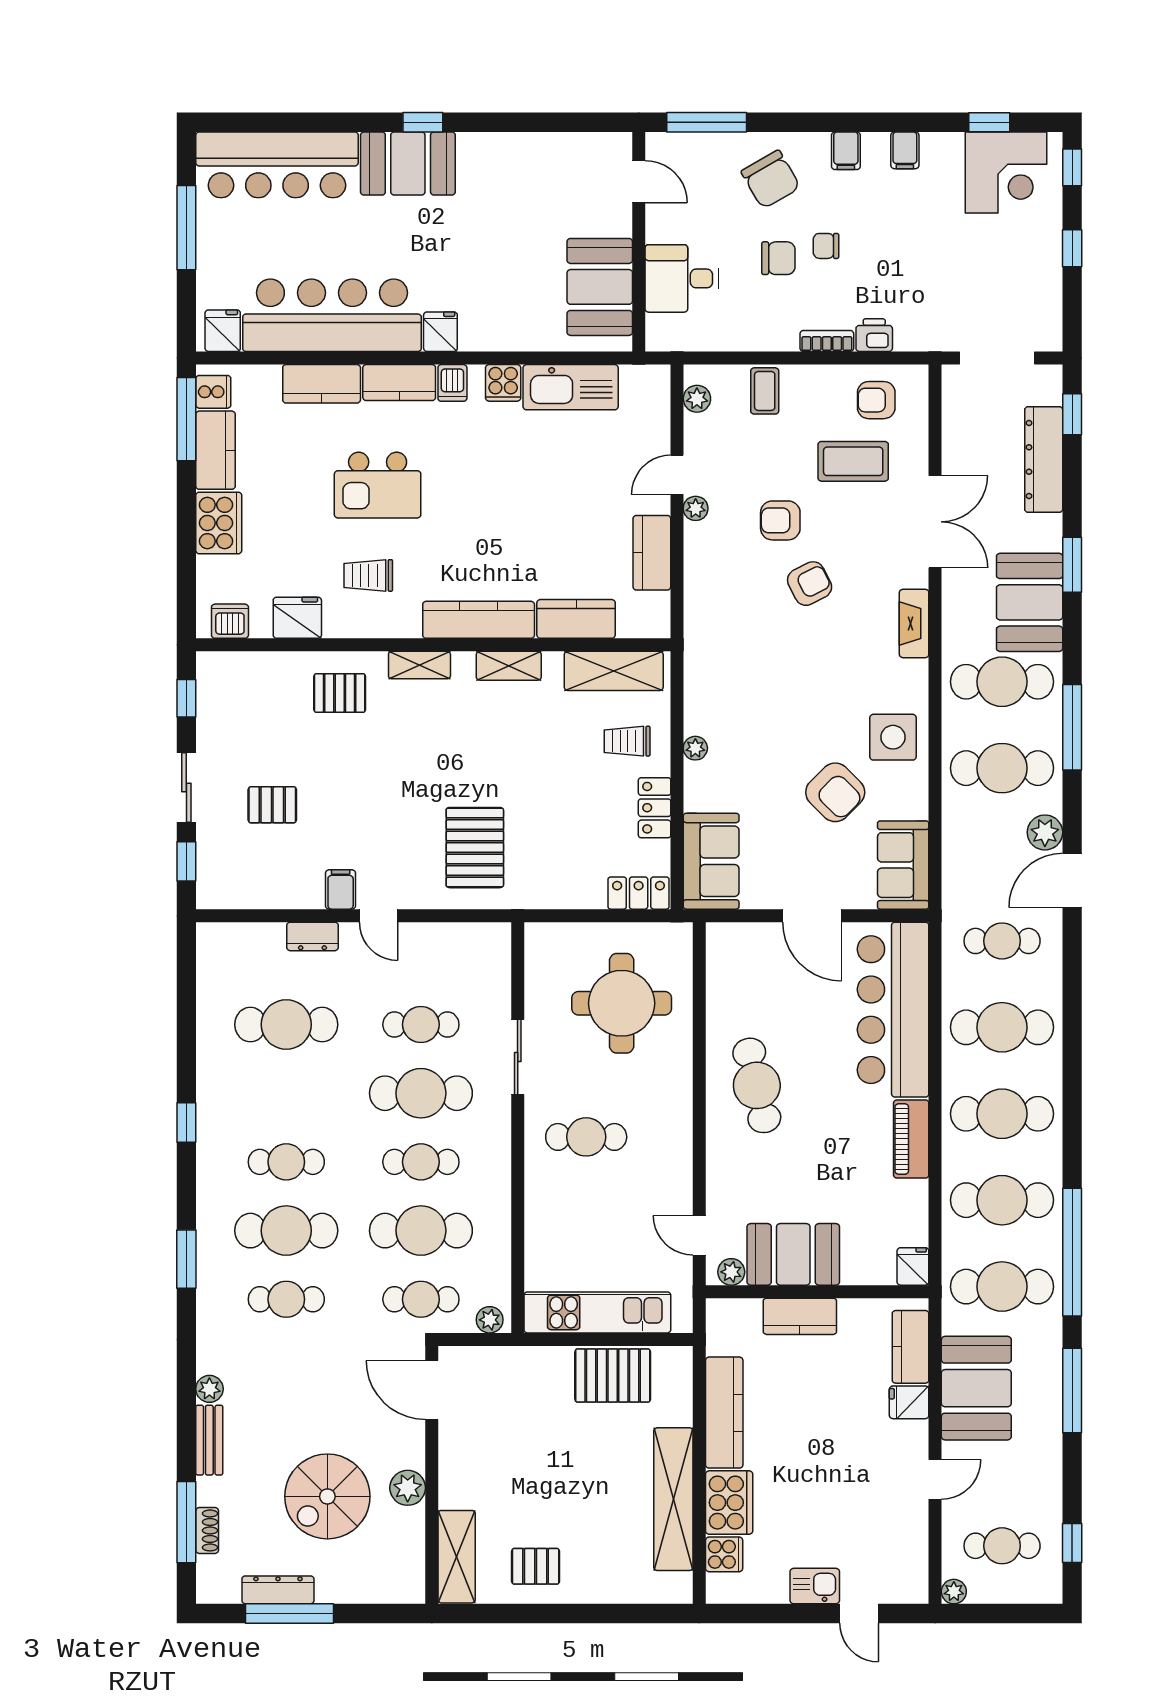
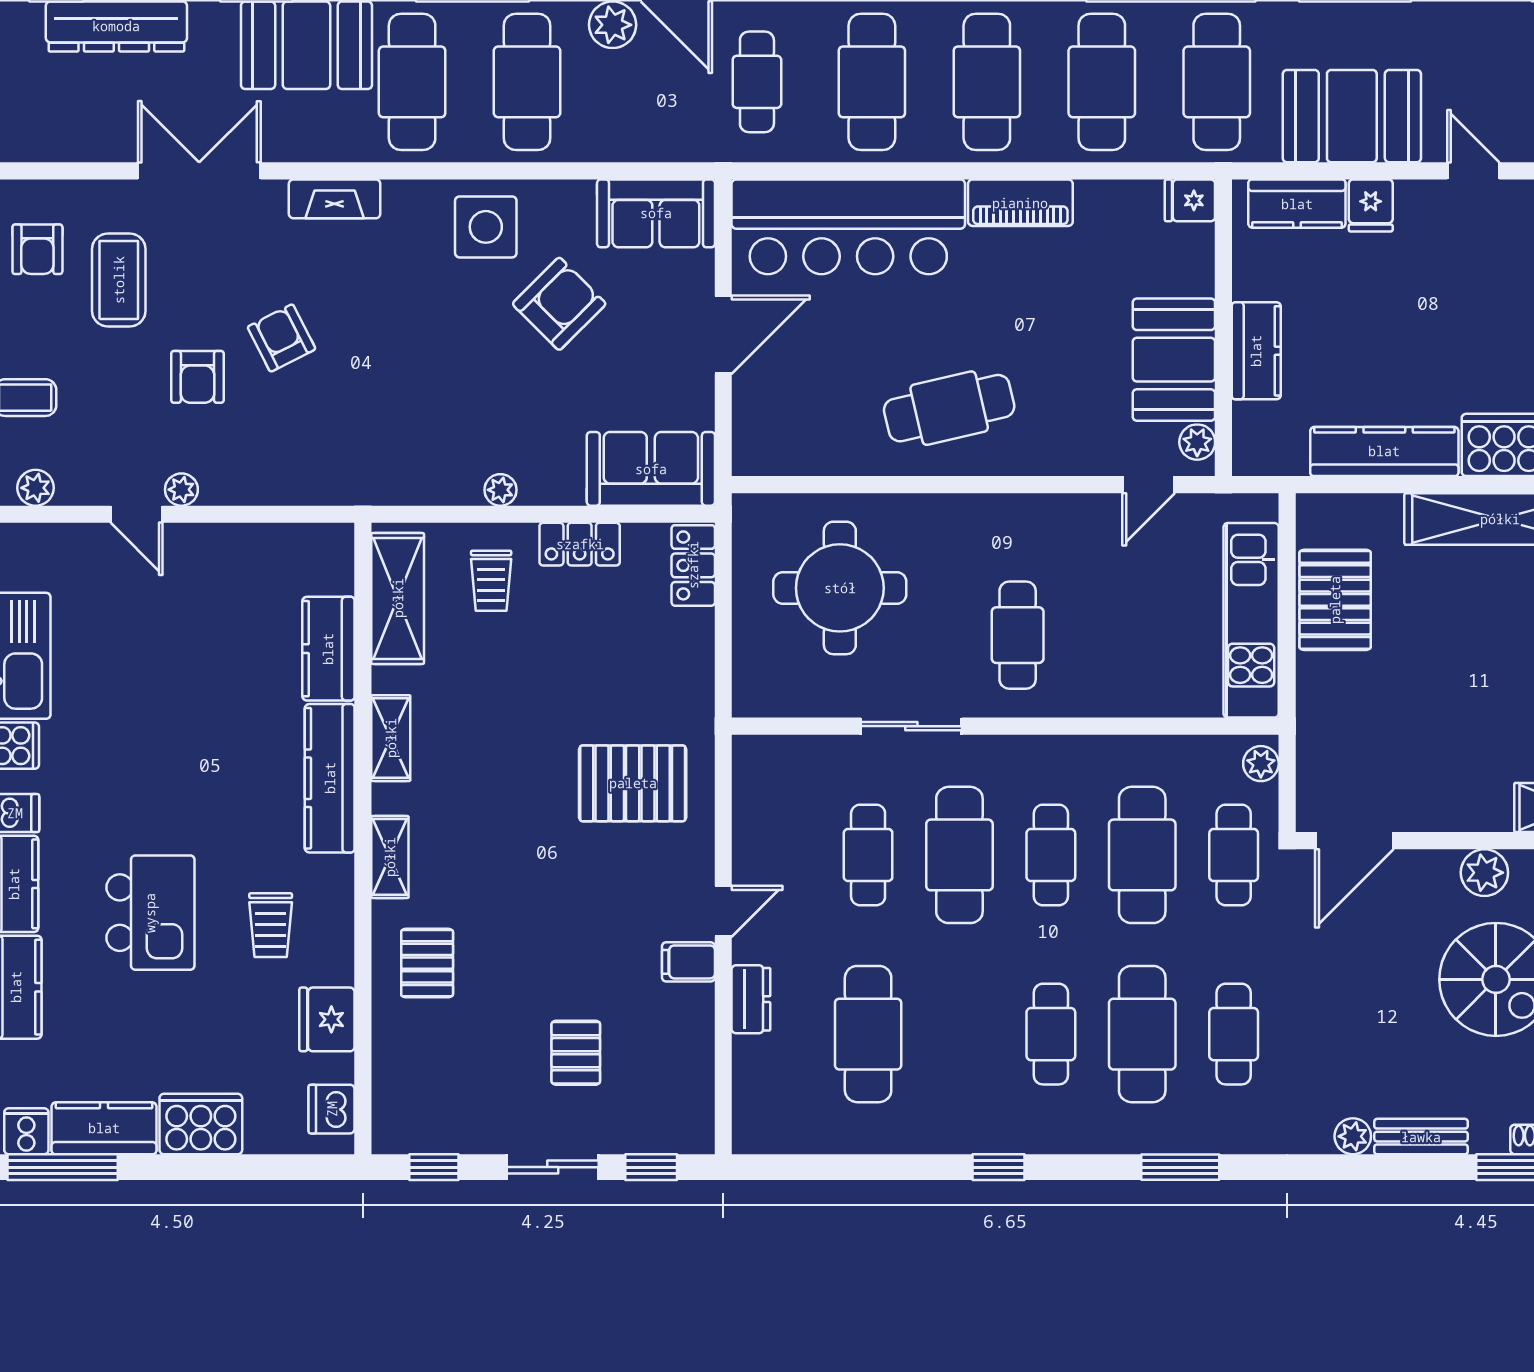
kitchen counter: (652, 553) -> (240, 548), removed

